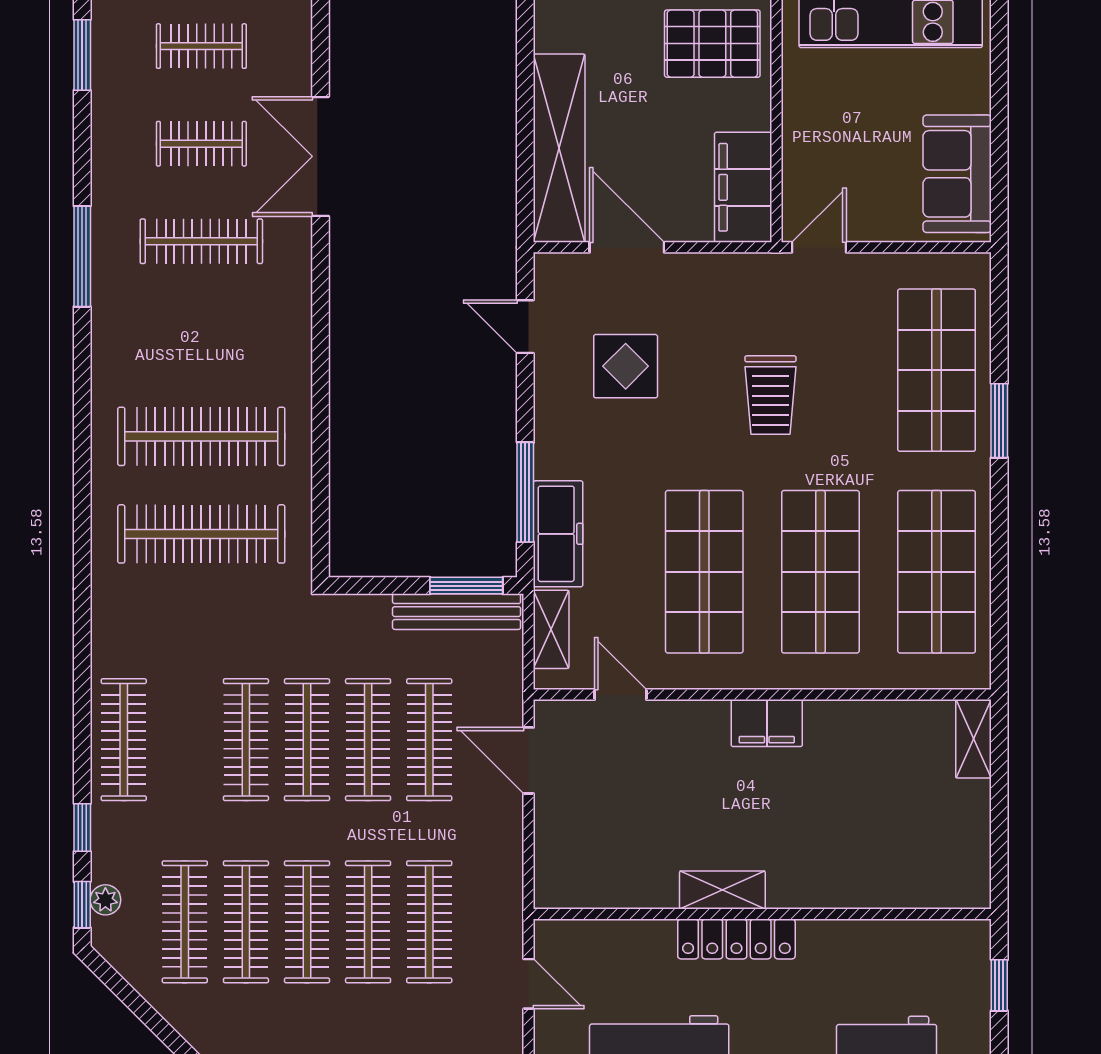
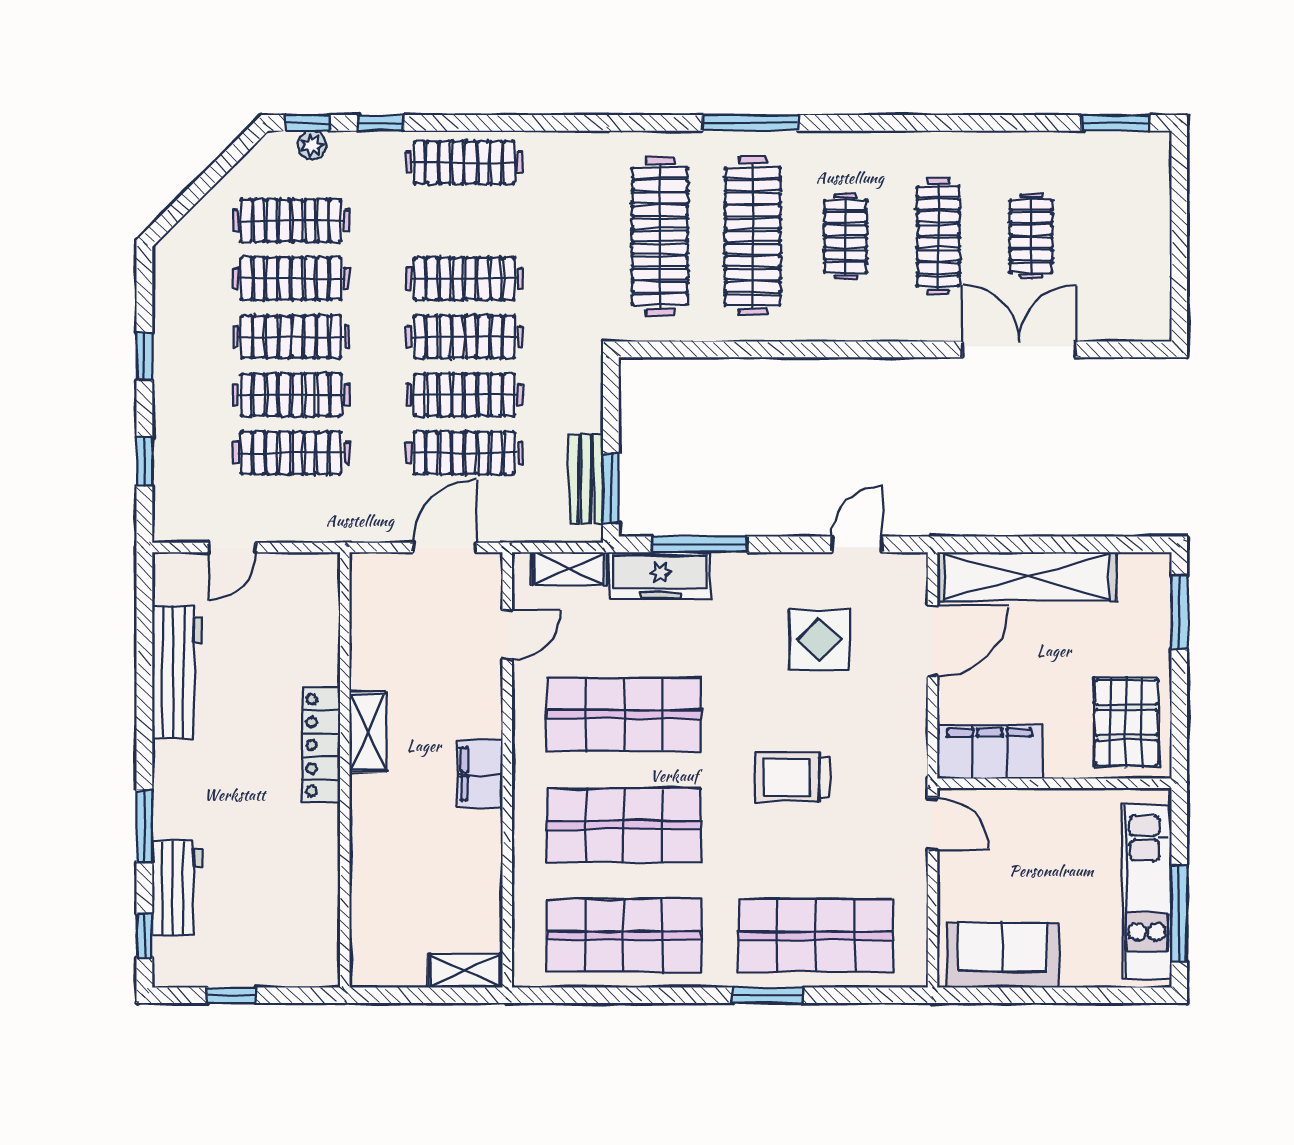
clothes rail: (201, 46) -> (846, 236), moved
window: (82, 256) -> (750, 123), moved
bench: (457, 612) -> (586, 479), width x0.73
shelving: (722, 890) -> (368, 732), moved
wall: (762, 914) -> (345, 770), moved
locker: (736, 939) -> (321, 745), moved

